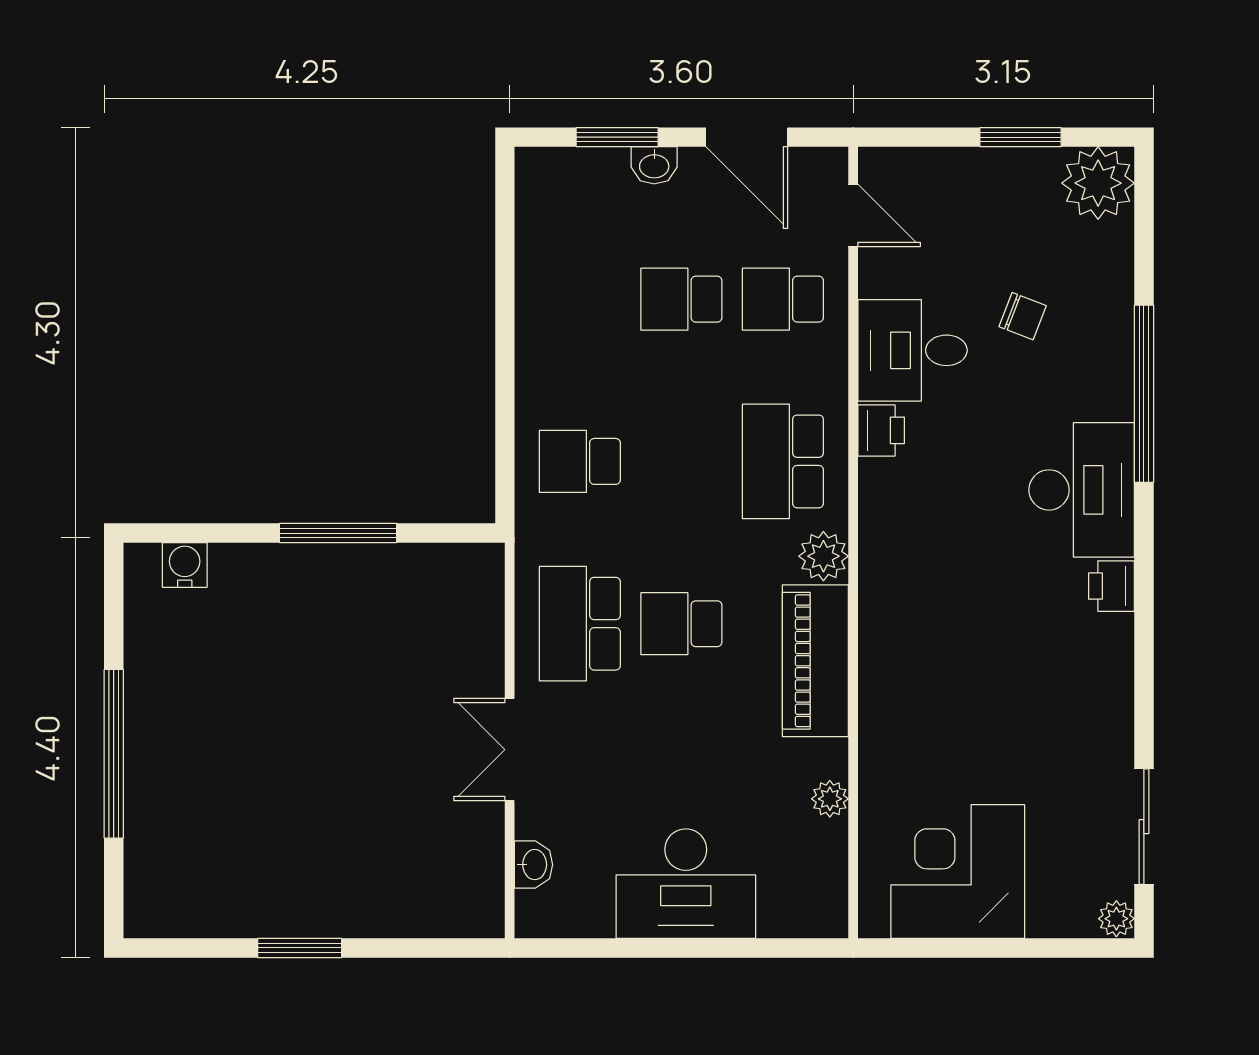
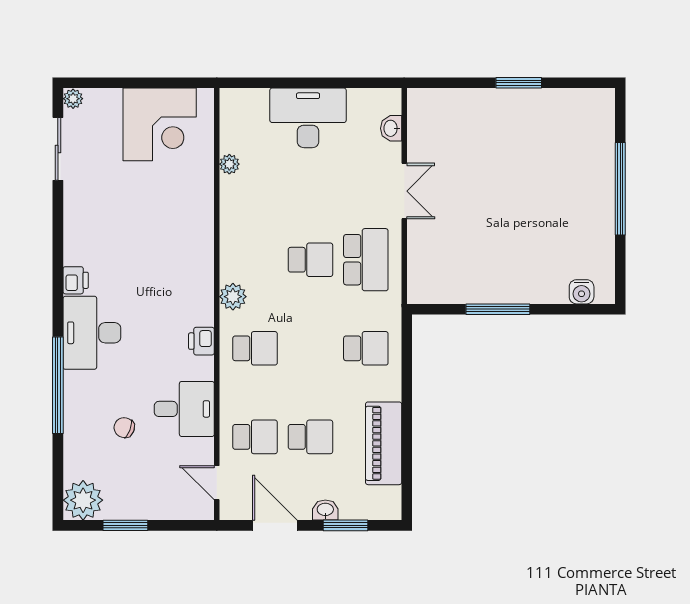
printer: (881, 430) -> (201, 341), moved
school desk: (783, 461) -> (255, 348), width x0.54
piano: (815, 661) -> (384, 443), moved, turned 180

